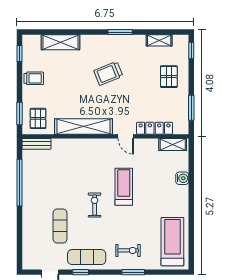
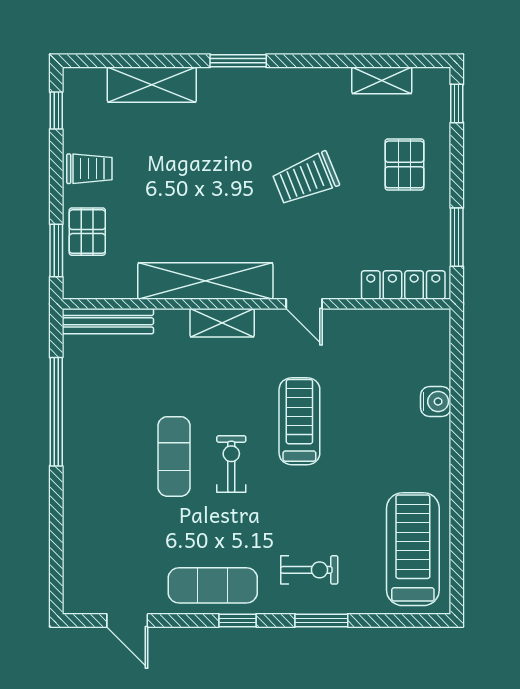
window: (120, 32) -> (238, 61), moved
trolley: (108, 73) -> (306, 179), moved
pallet: (38, 118) -> (87, 232), moved
locker: (155, 128) -> (403, 285), moved
bench: (36, 144) -> (108, 321), width x1.36
shelving: (173, 144) -> (222, 323), moved
exercise mat: (60, 226) -> (174, 456), moved
window: (81, 272) -> (237, 620), moved

